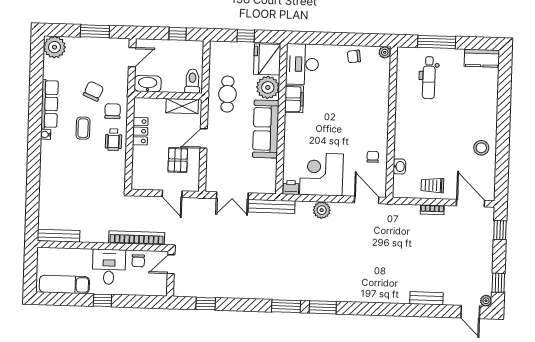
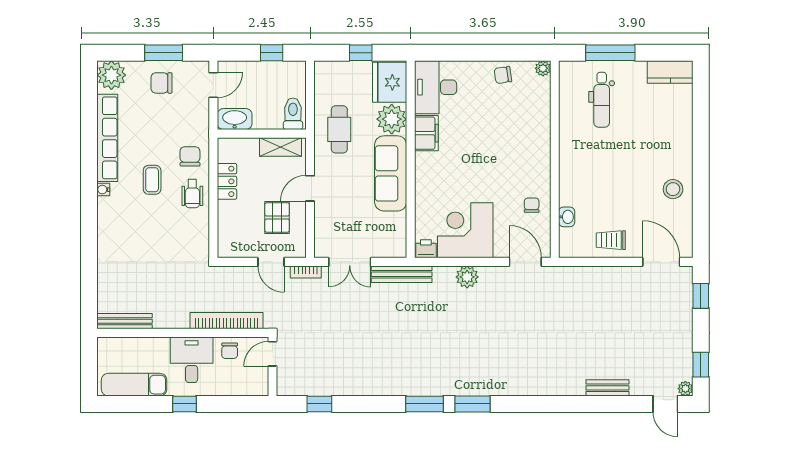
chair: (93, 91) -> (162, 83), moved, turned -113
row of seats: (49, 104) -> (107, 138), width x1.36
bookcase: (432, 210) -> (306, 272), moved

